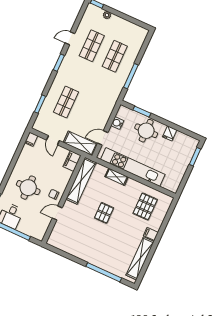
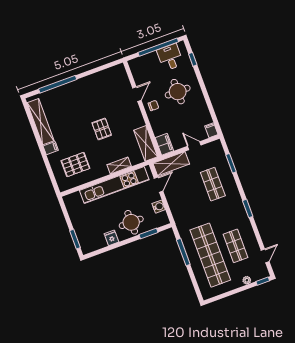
door: (70, 38) -> (265, 256), moved
shop shelf: (115, 56) -> (210, 255), width x2.00, depth x1.36
shelving: (81, 181) -> (146, 143), width x0.68
pallet: (145, 206) -> (75, 165), turned 90

